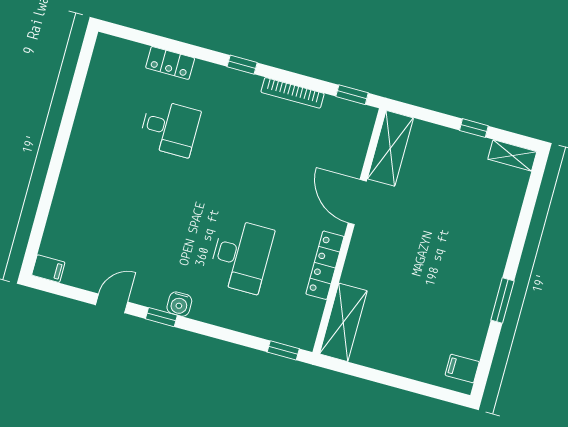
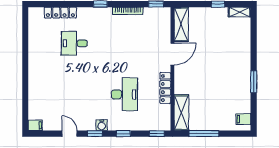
locker: (170, 63) -> (60, 13), width x1.53
desk: (170, 128) -> (74, 43), turned 180
door: (357, 202) -> (172, 54), swing flipped
door: (112, 303) -> (70, 134), hinge flipped
window: (217, 332) -> (123, 134), added
window: (376, 376) -> (204, 134), added

